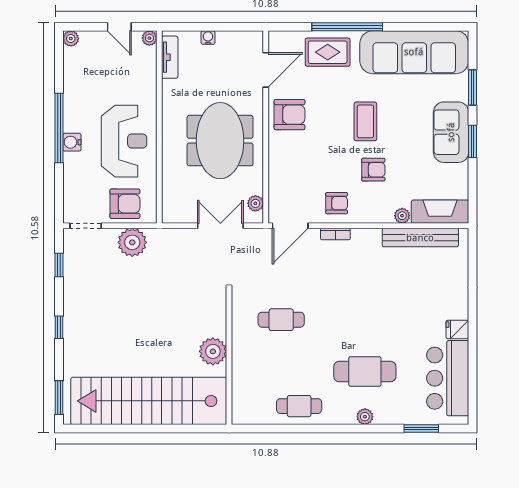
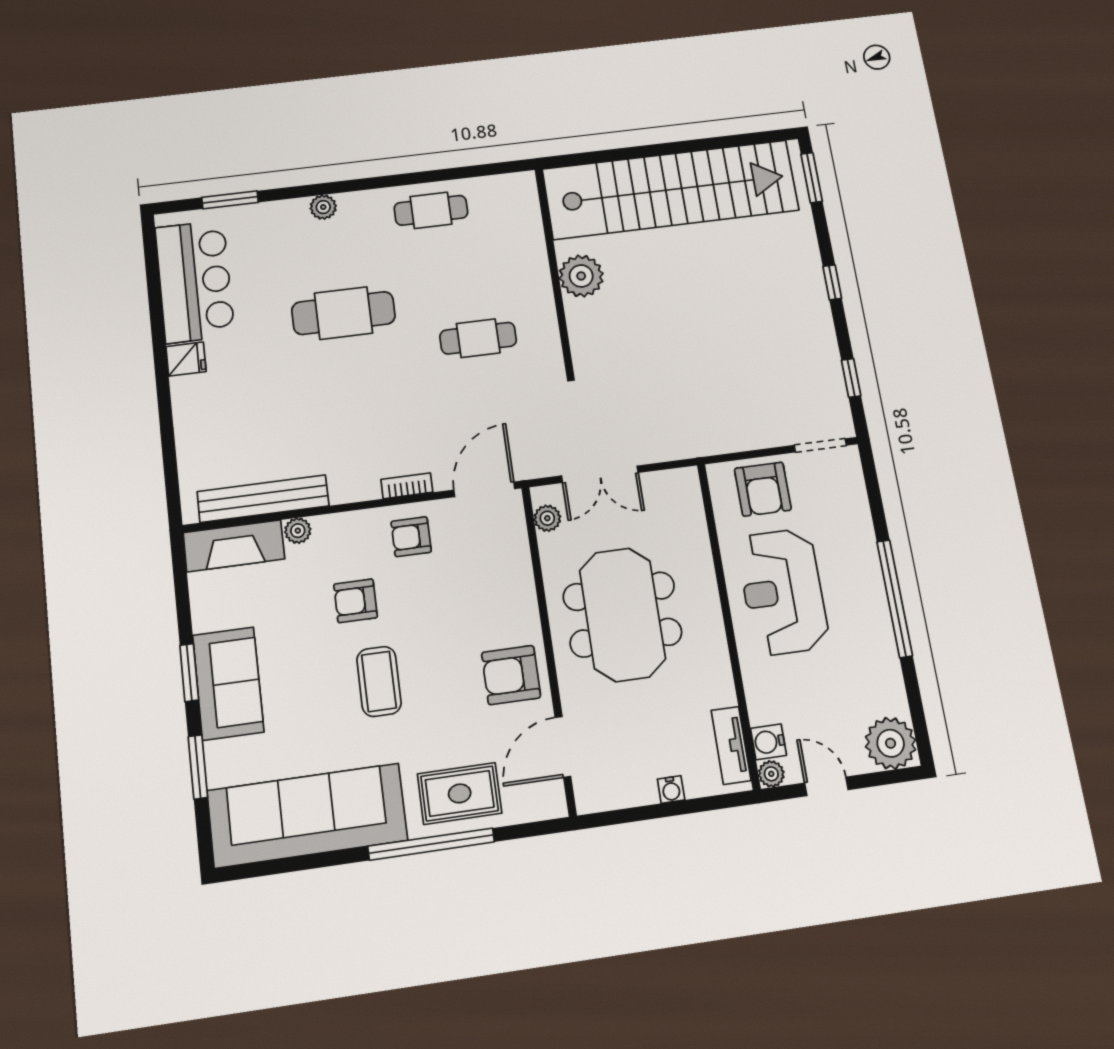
plant: (71, 39) -> (891, 743), width x1.87, depth x1.87
water cooler: (72, 142) -> (768, 742), moved, turned 180
armchair: (125, 204) -> (763, 489), turned -90
plant: (132, 242) -> (740, 429), removed
cafe table: (365, 371) -> (343, 313), moved

